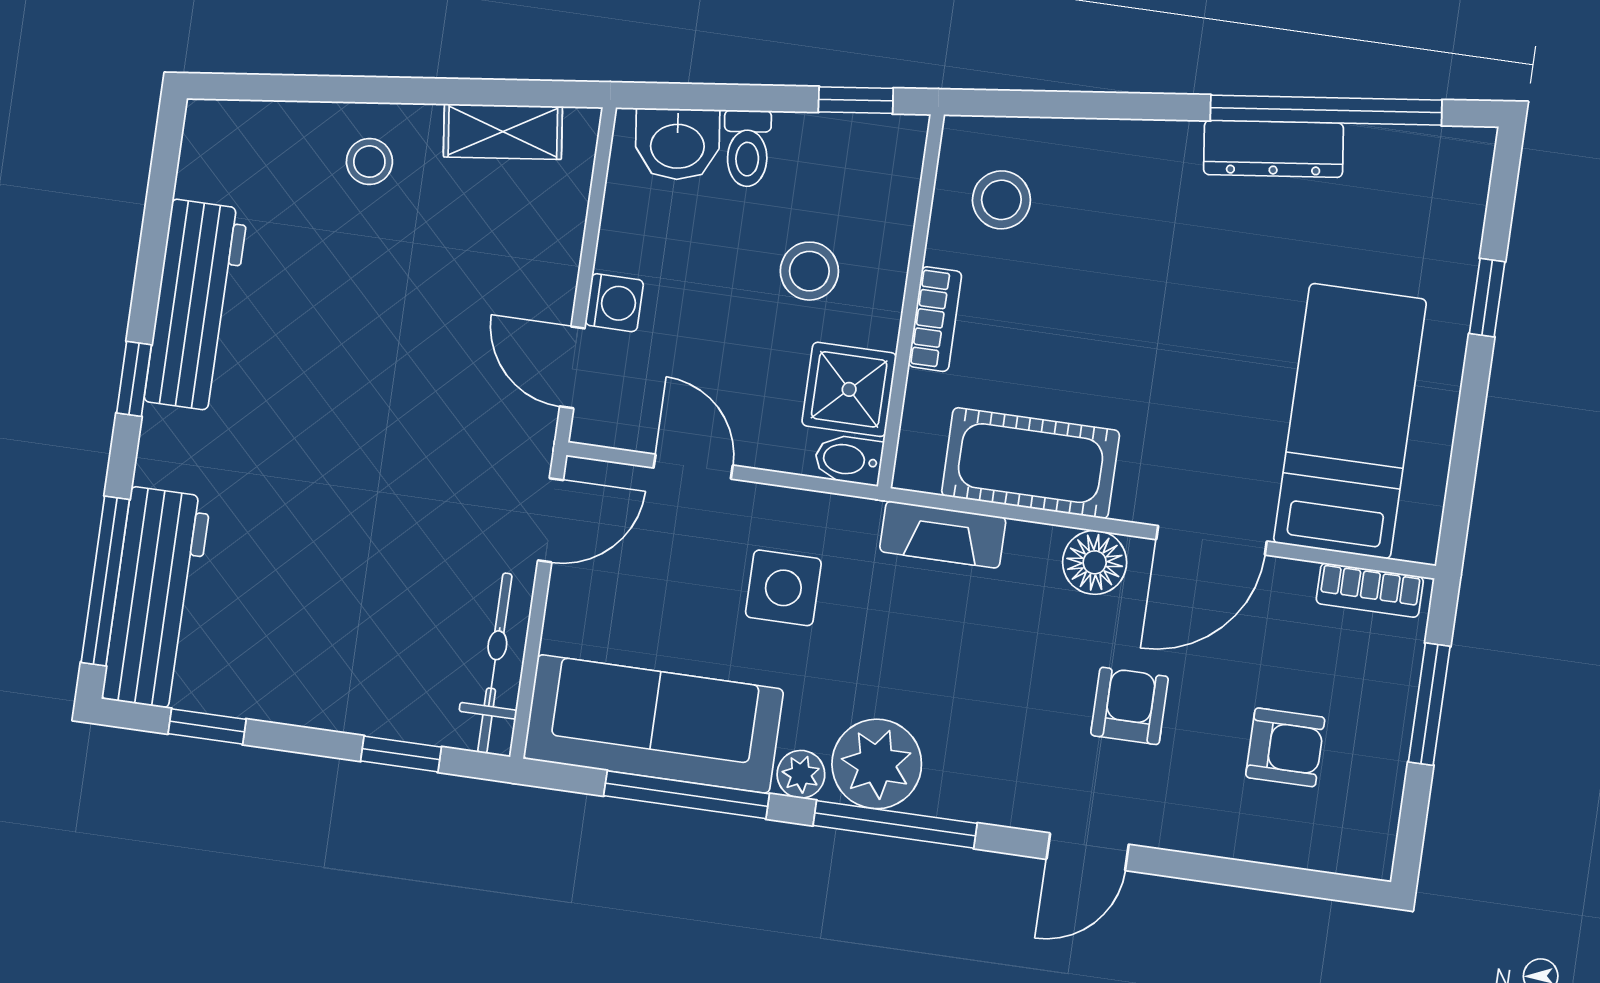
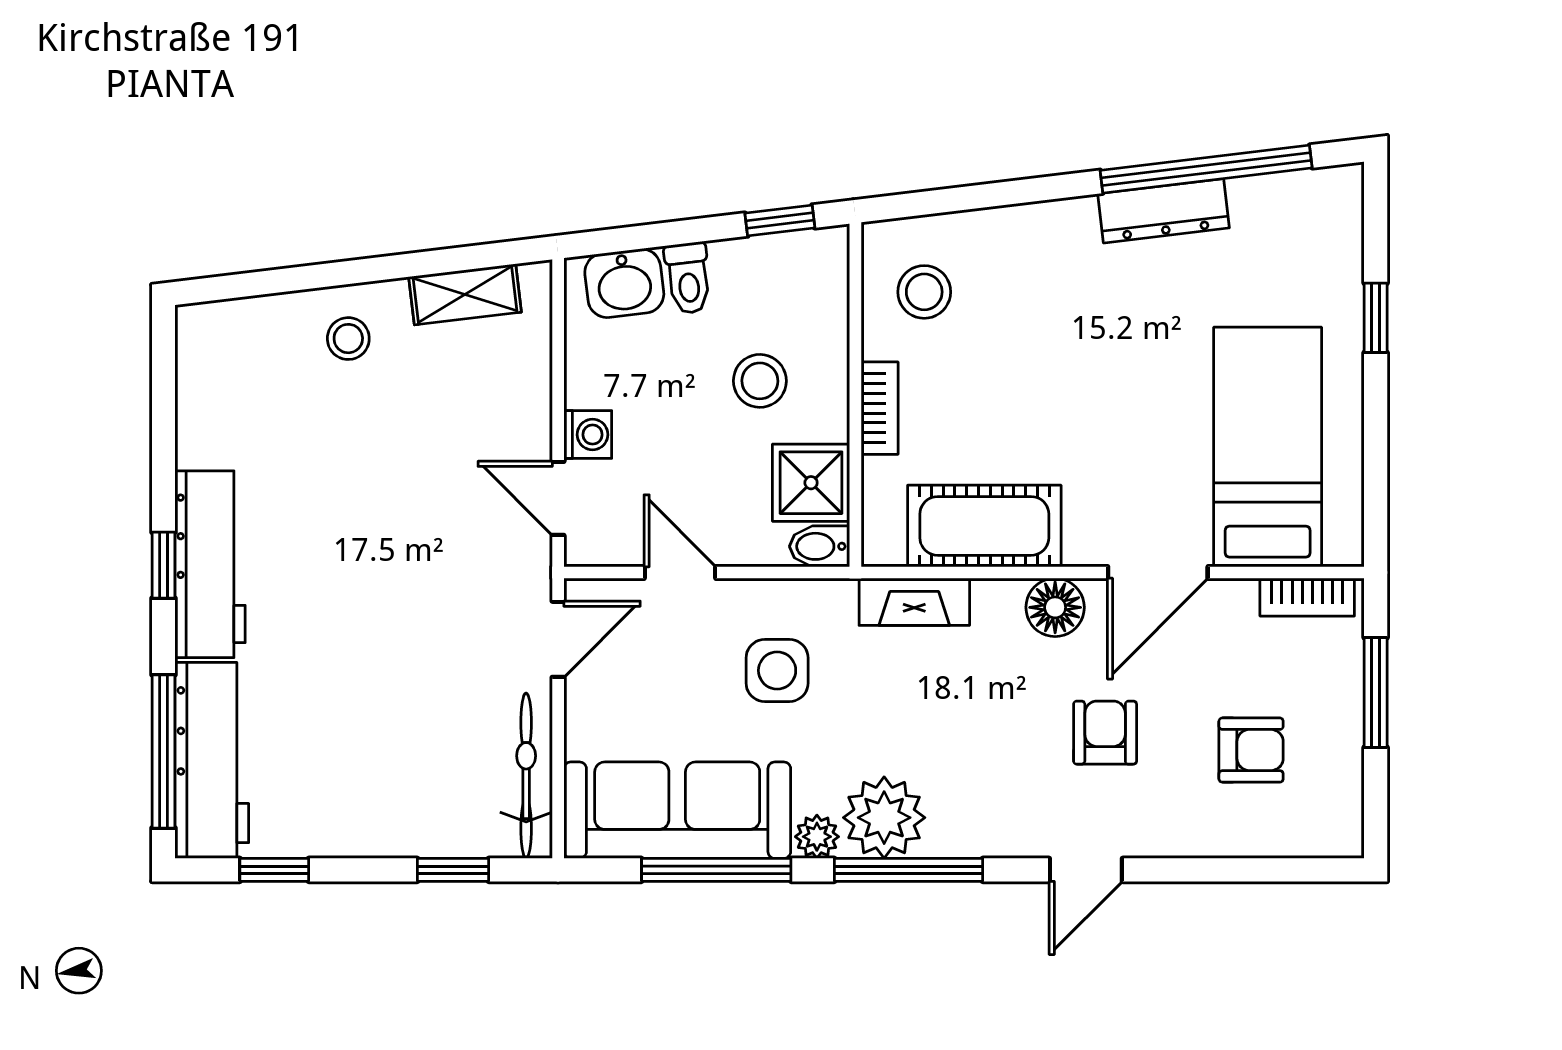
workbench: (196, 305) -> (210, 564), moved

